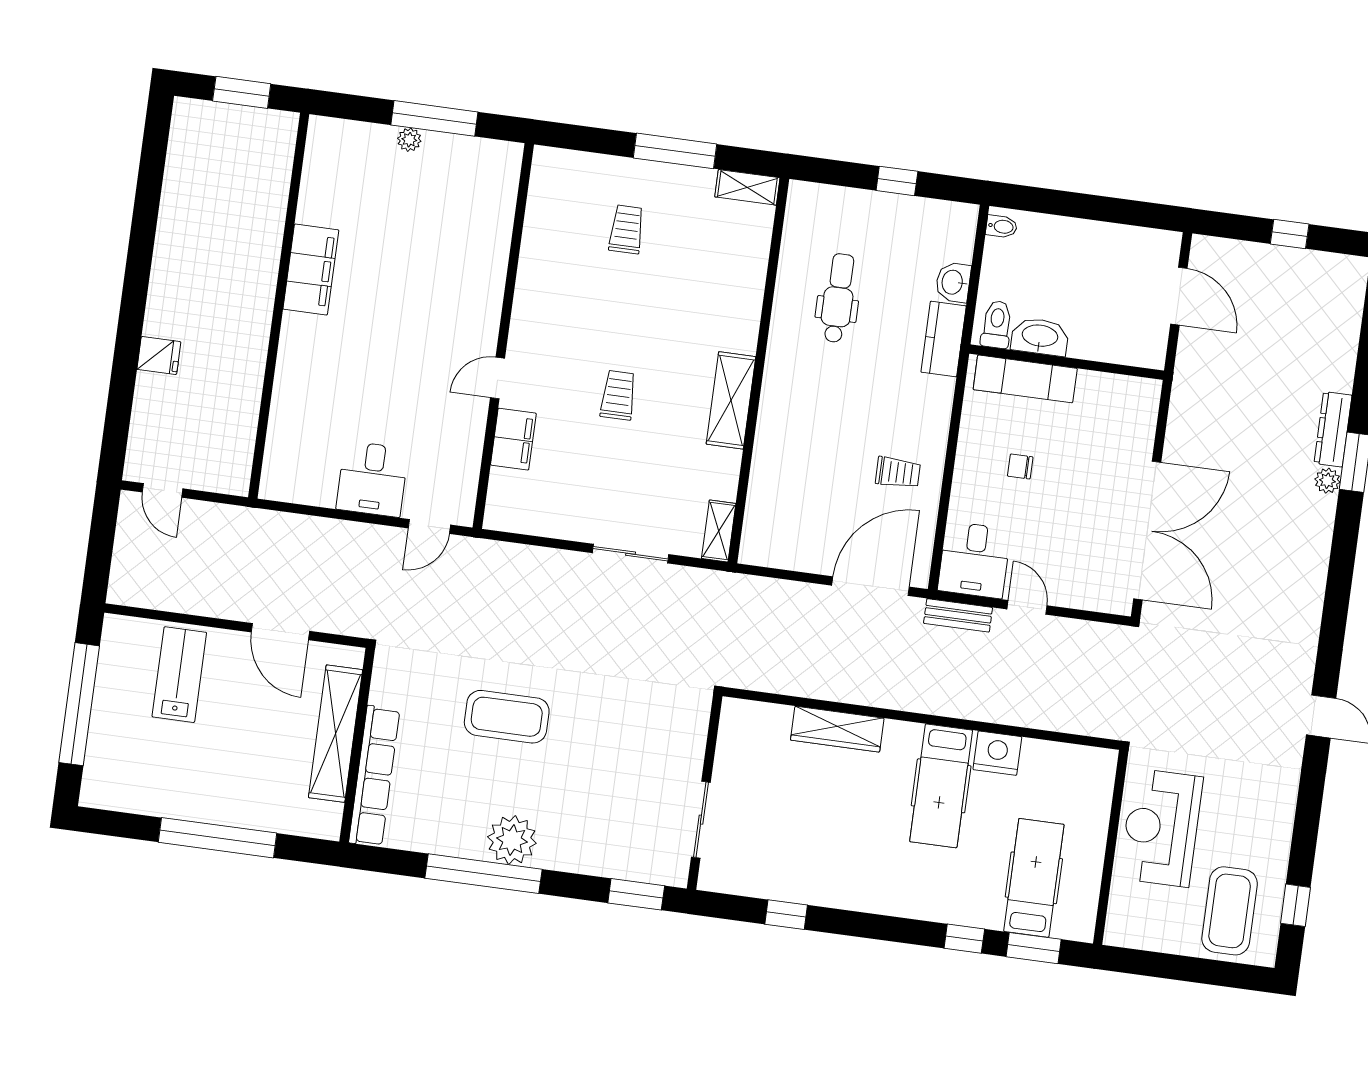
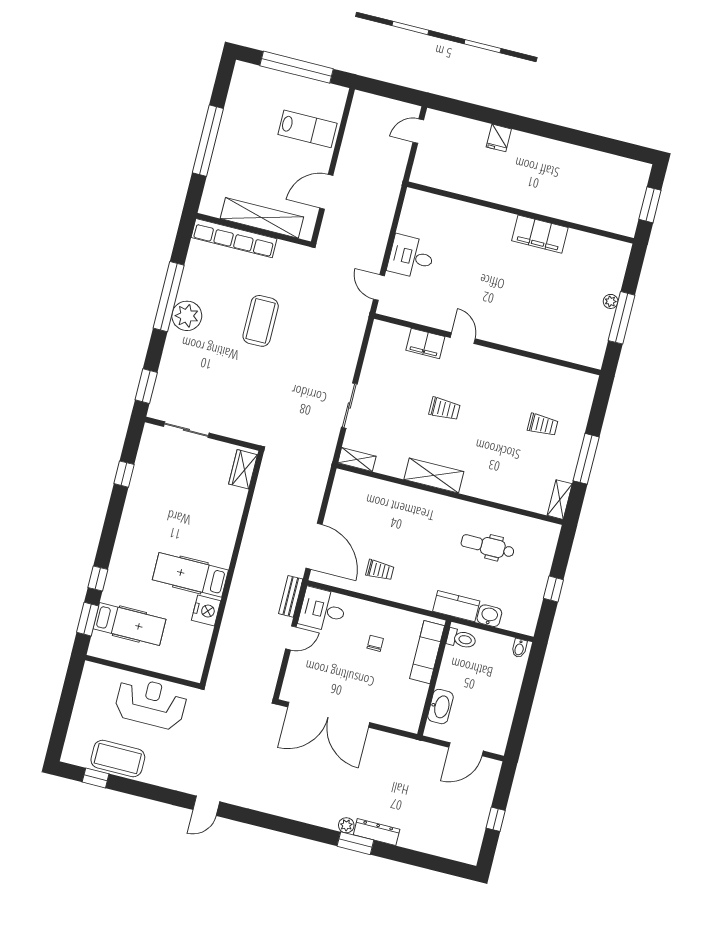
dental chair: (838, 298) -> (488, 546), turned 180
washbasin: (1040, 337) -> (440, 707), moved
trolley: (898, 472) -> (380, 570), turned -90
wardrobe: (837, 729) -> (243, 469), moved, width x0.67
coffee table: (1230, 911) -> (118, 759), moved

